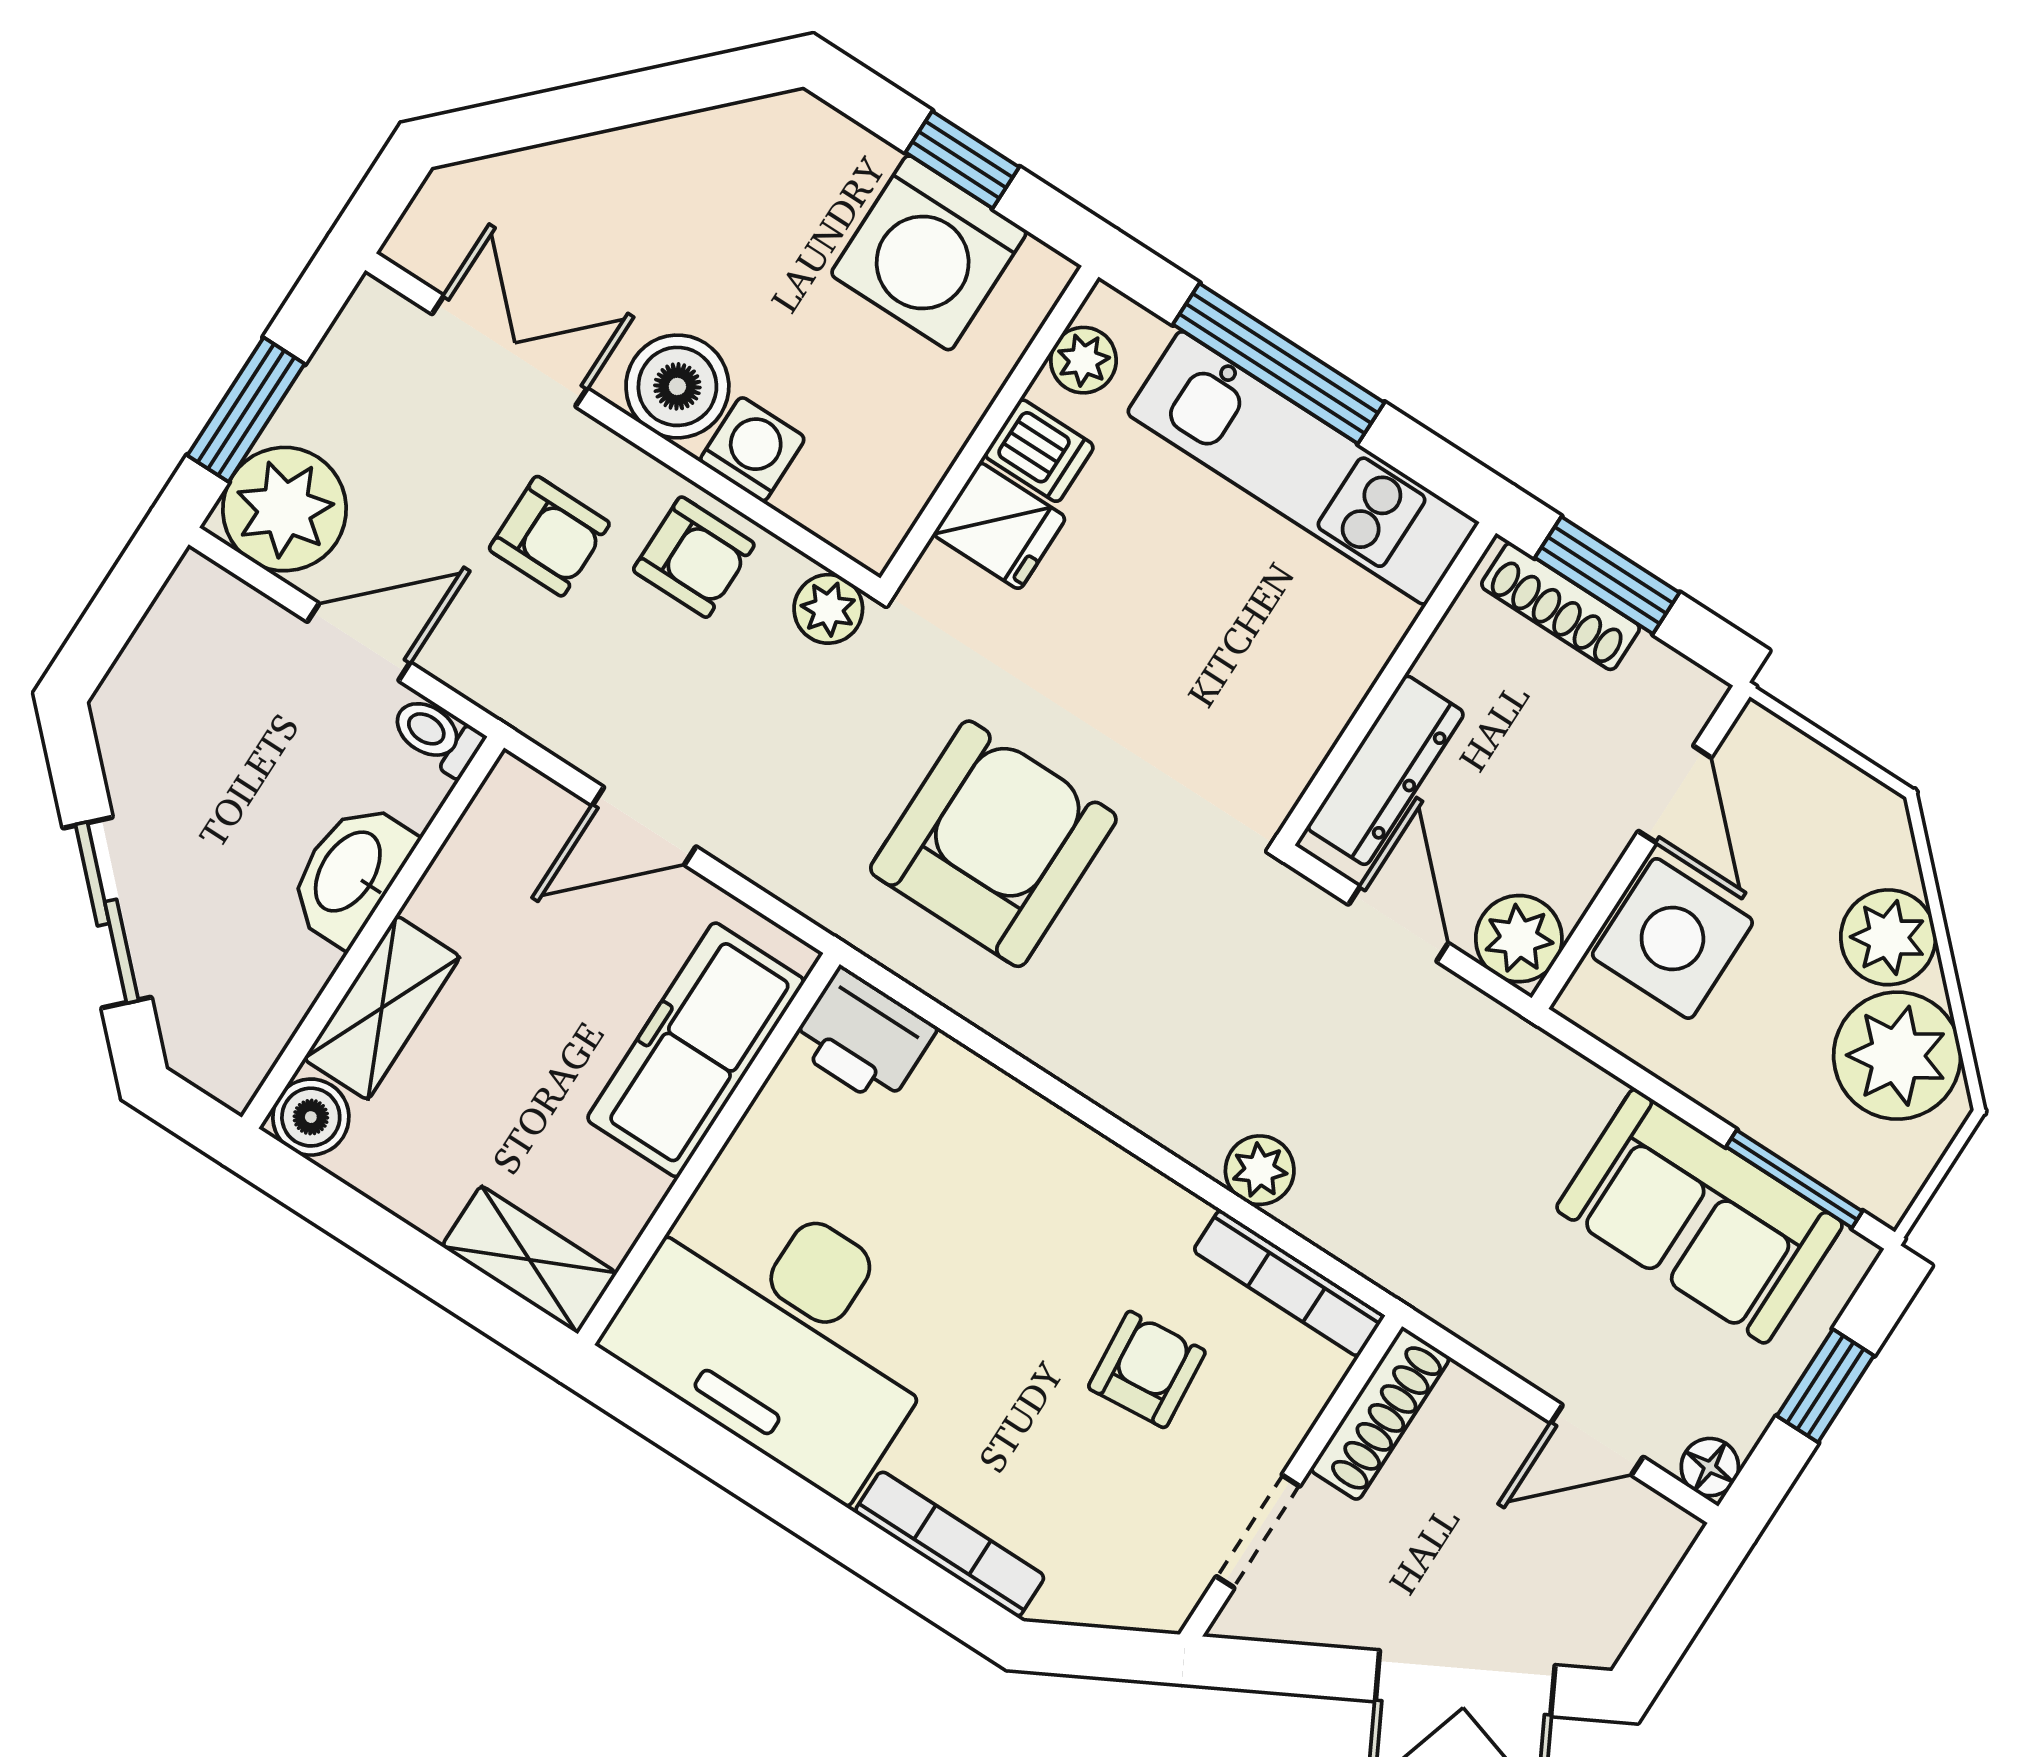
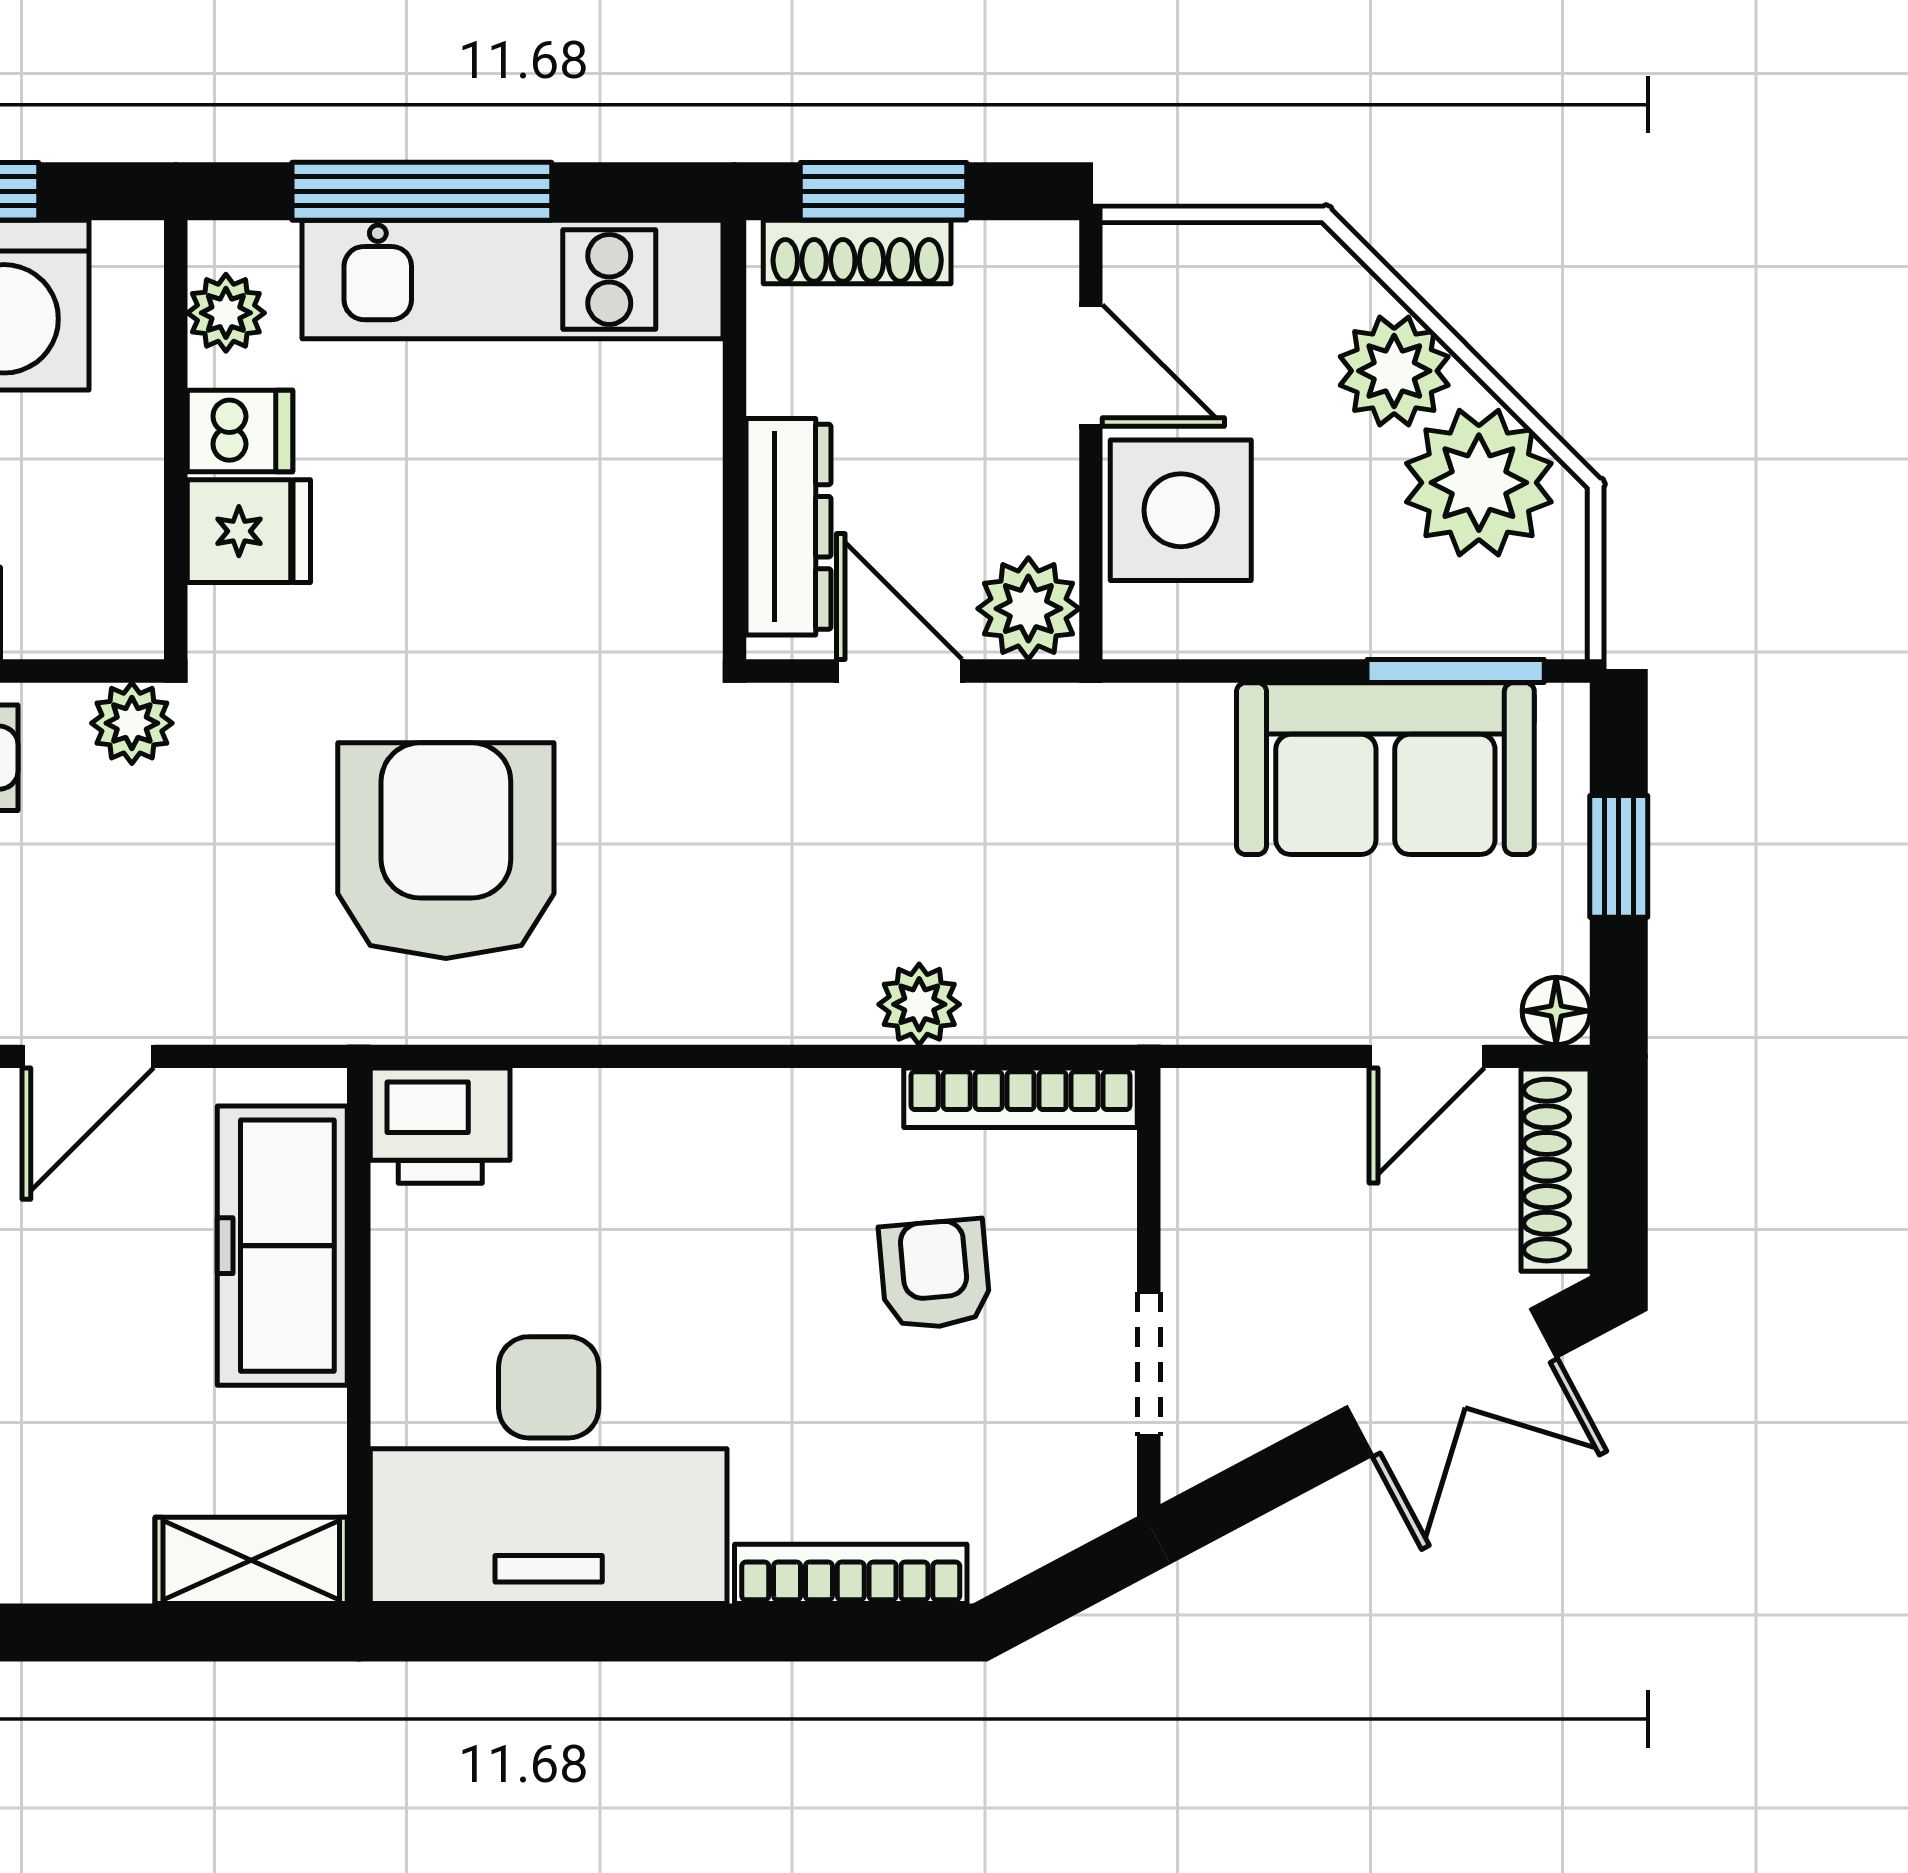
shoe rack: (1380, 1414) -> (1556, 1170), moved, turned 180

